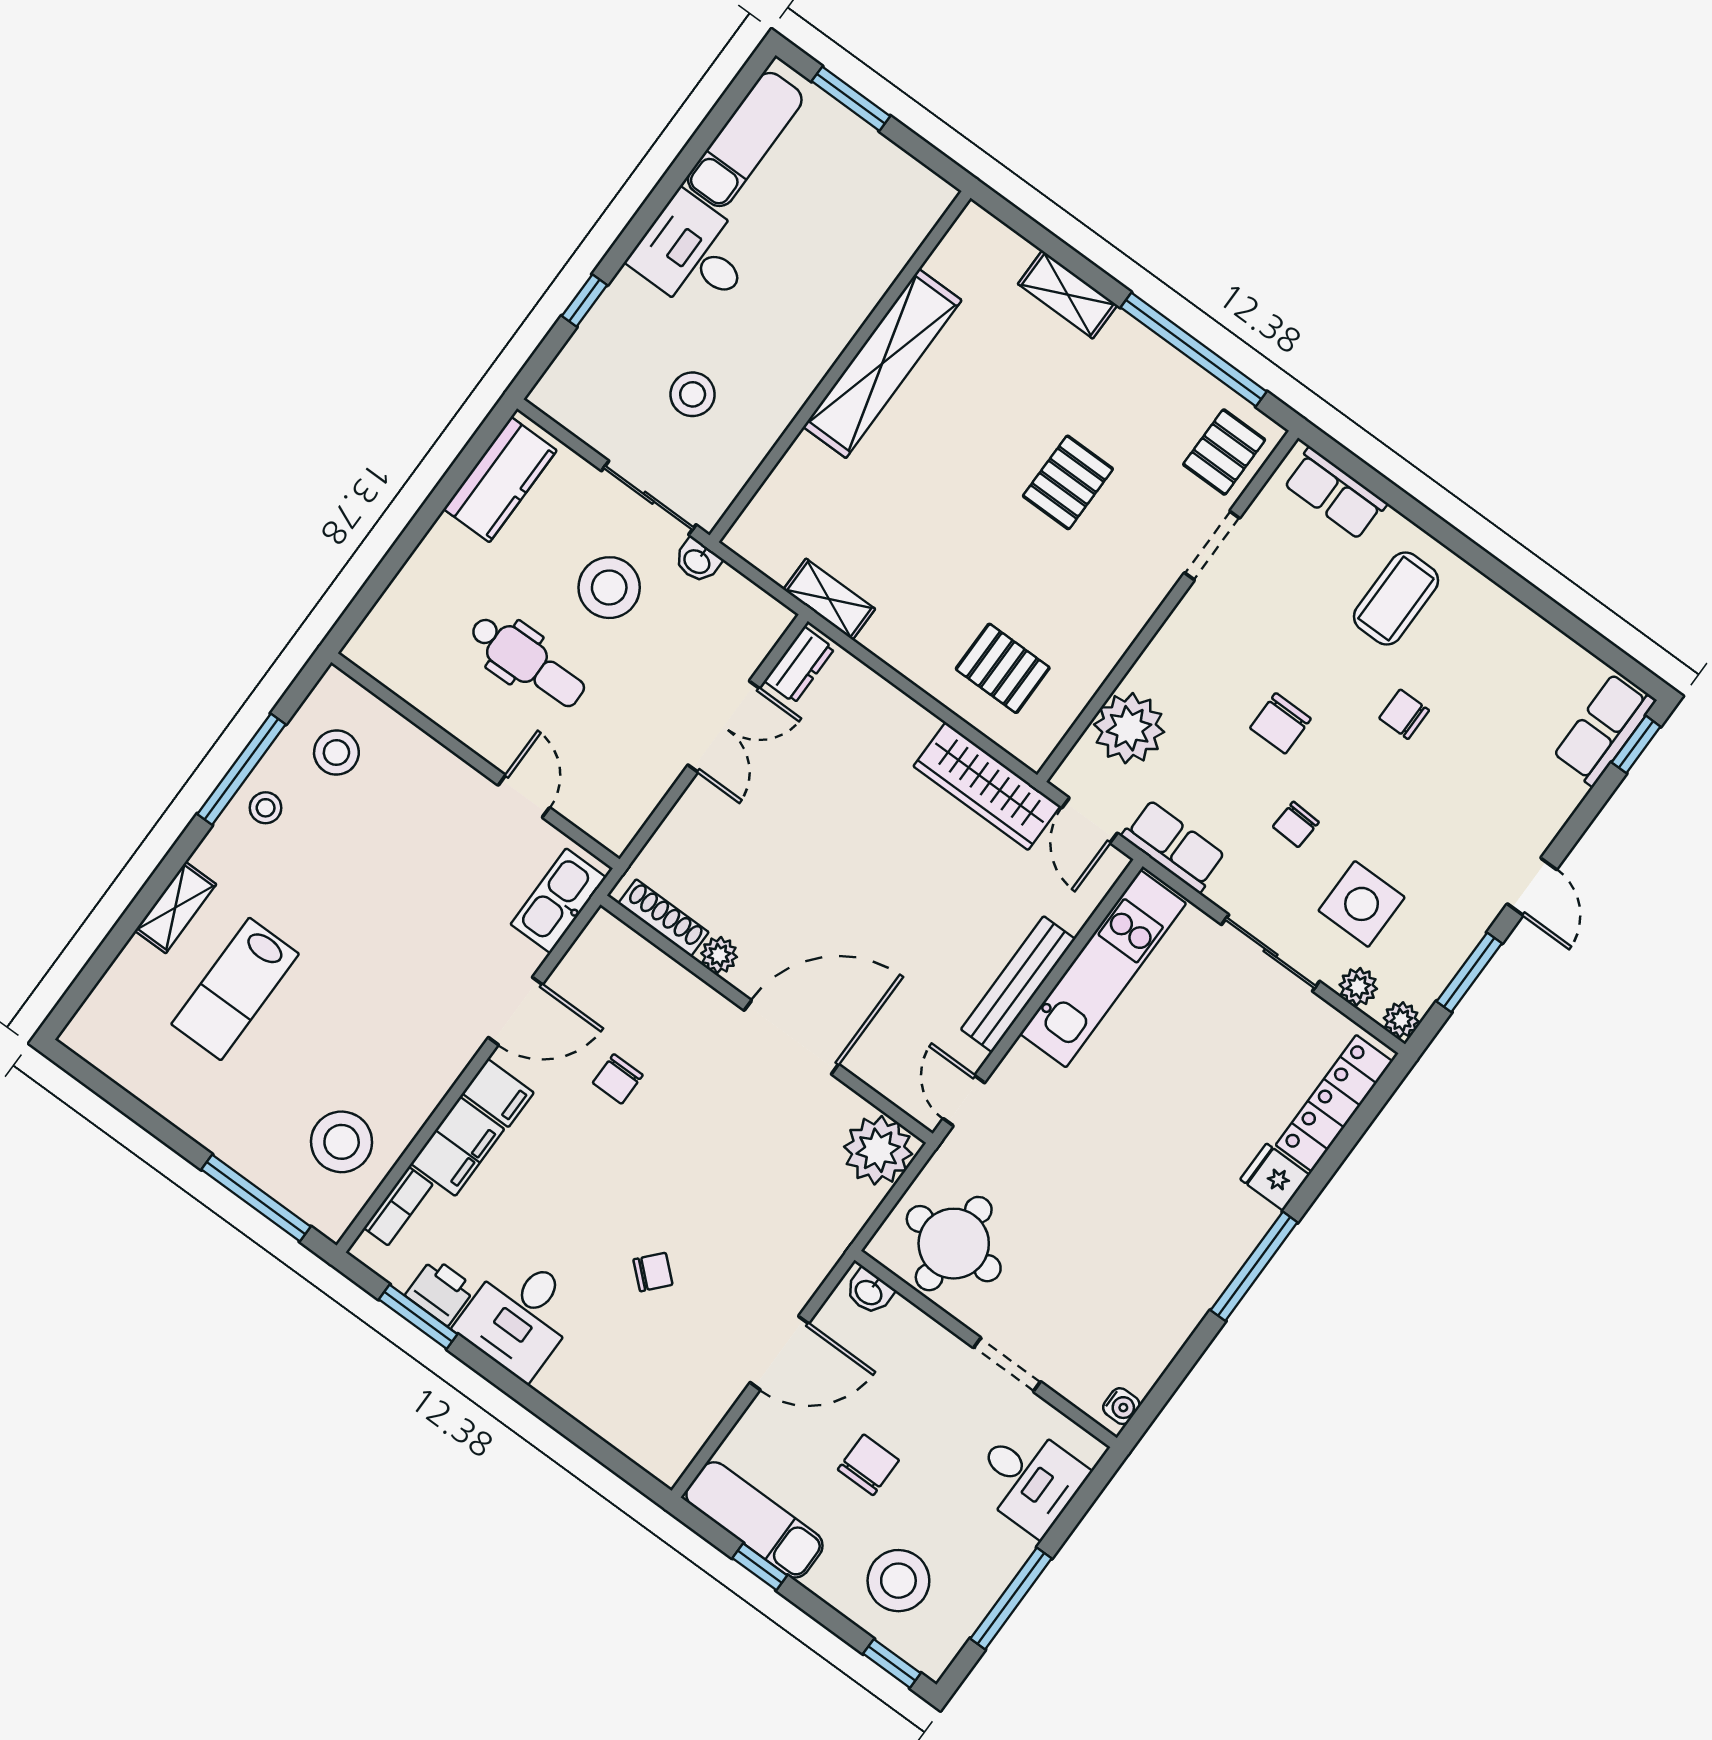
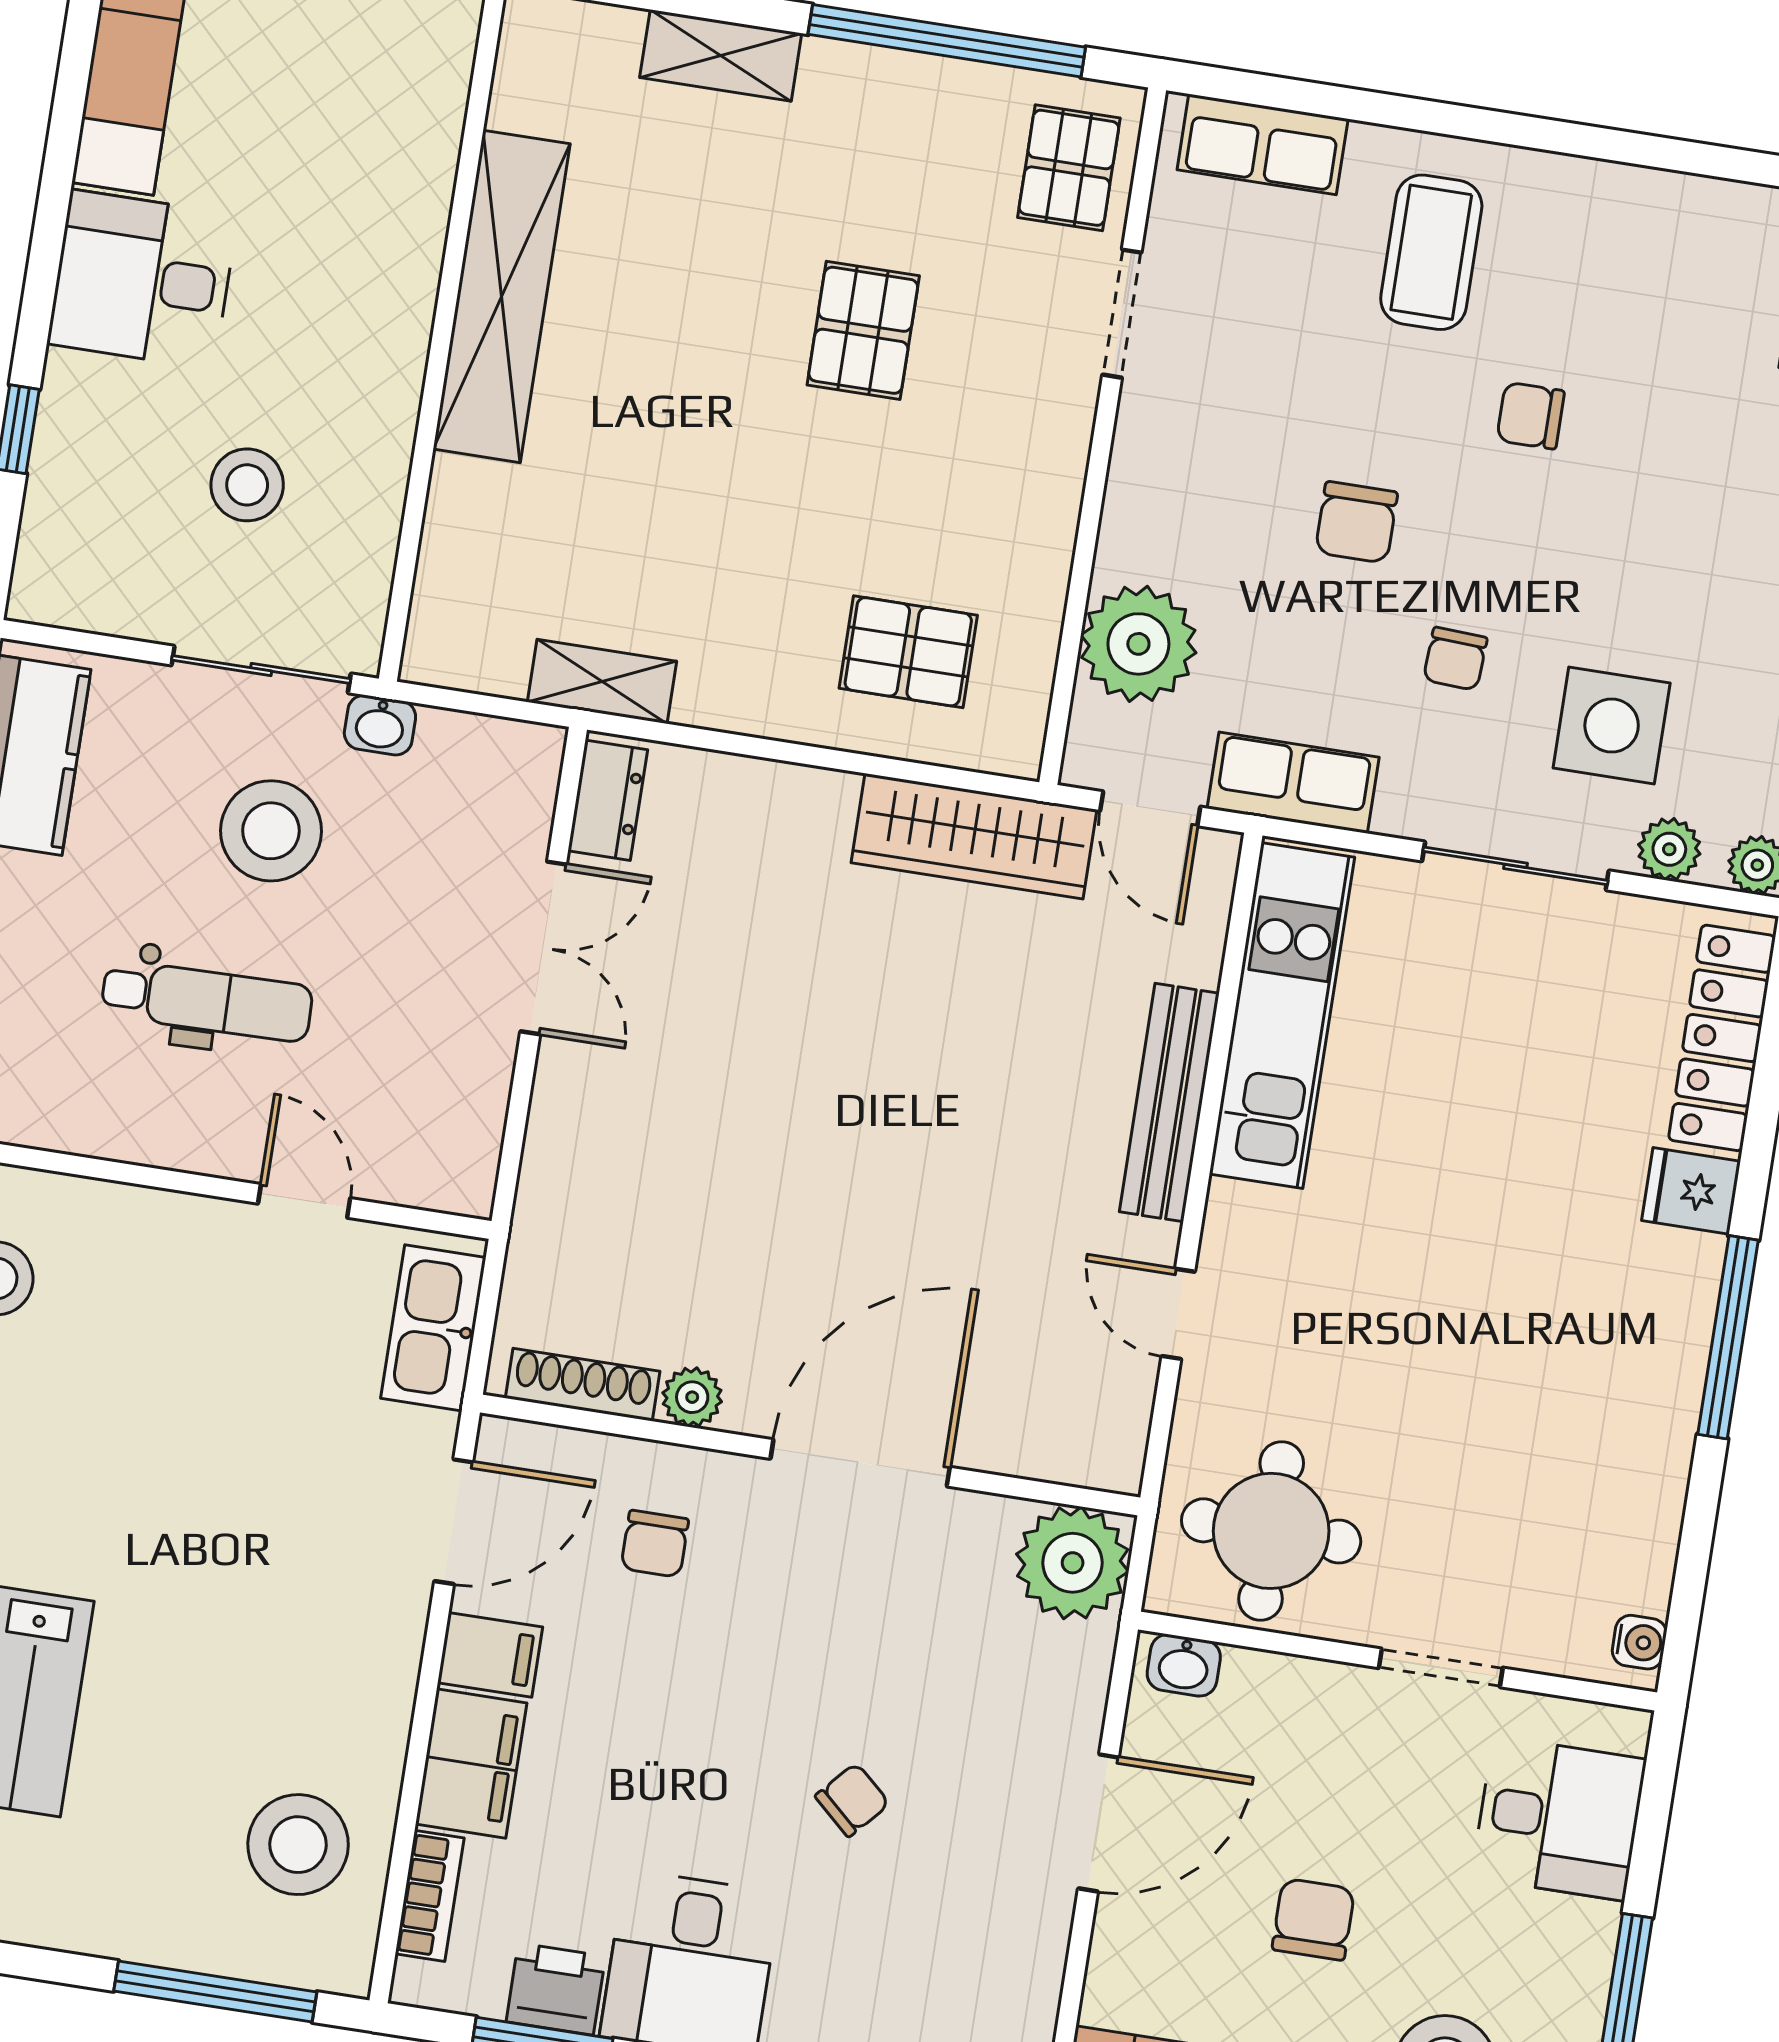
shoe rack: (663, 918) -> (583, 1385), moved
plant: (719, 955) -> (692, 1397), moved
wall: (767, 1019) -> (810, 1455), moved
door: (791, 1037) -> (860, 1463), moved
plant: (878, 1150) -> (1073, 1563), moved

